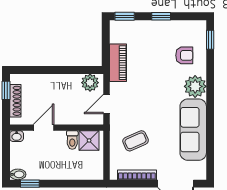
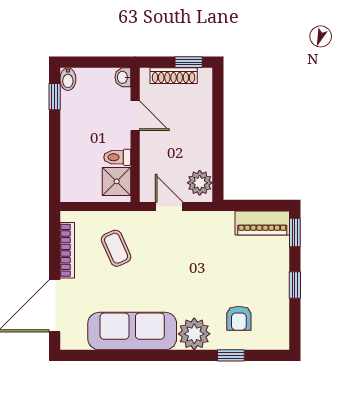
window: (210, 40) -> (231, 355), moved
piano: (118, 63) -> (262, 223), moved

